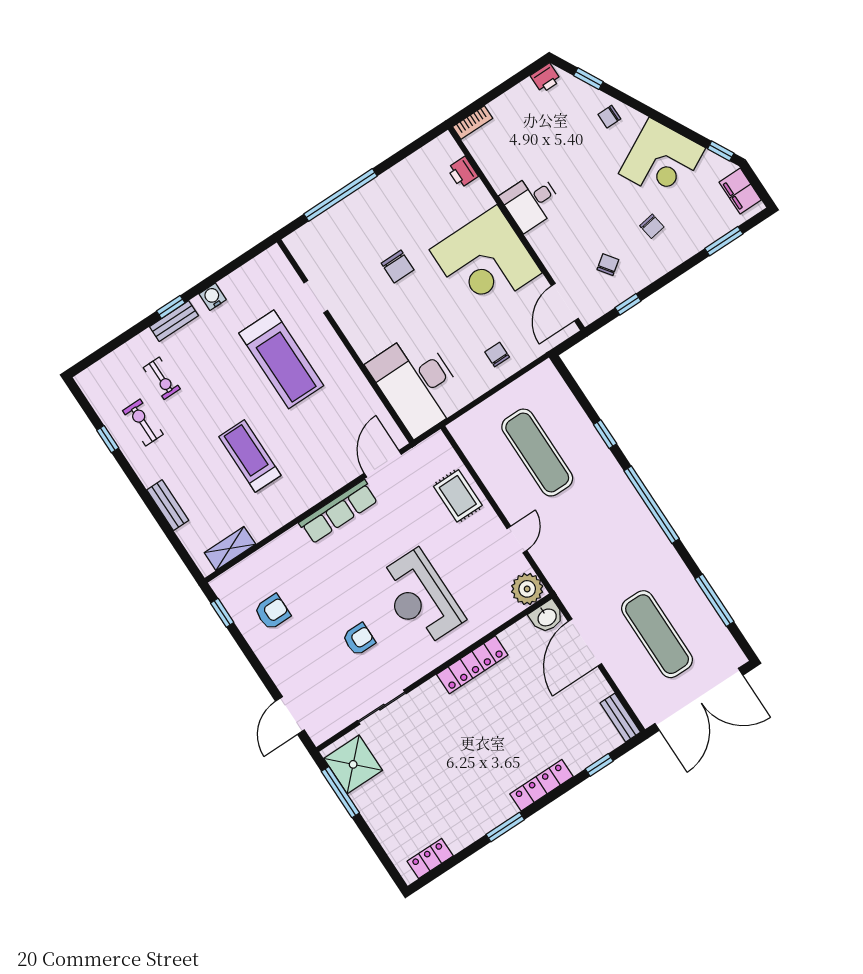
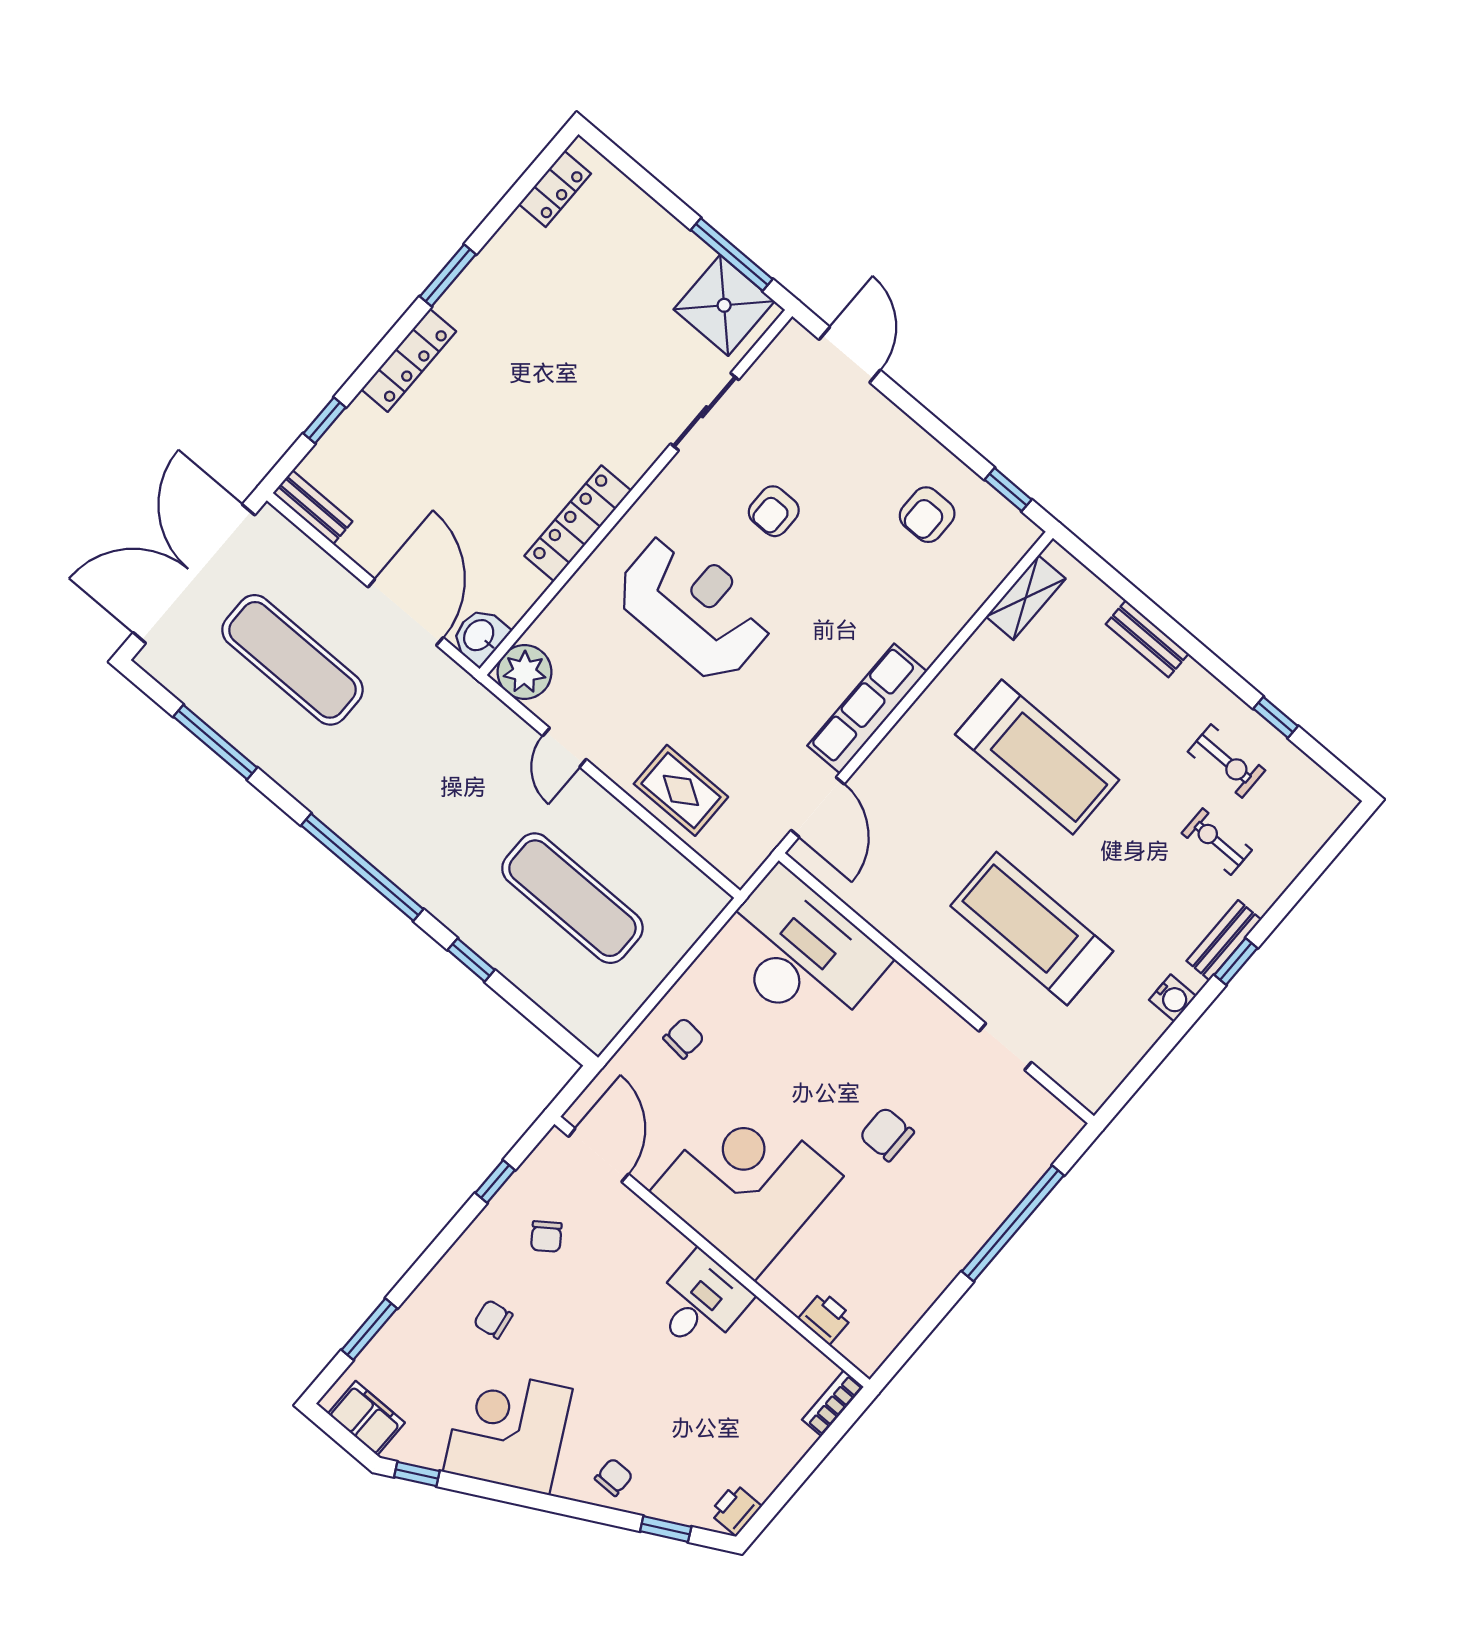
chair: (497, 355) -> (684, 1038), turned -85
treadmill: (250, 456) -> (1037, 757), width x1.37, depth x1.38

